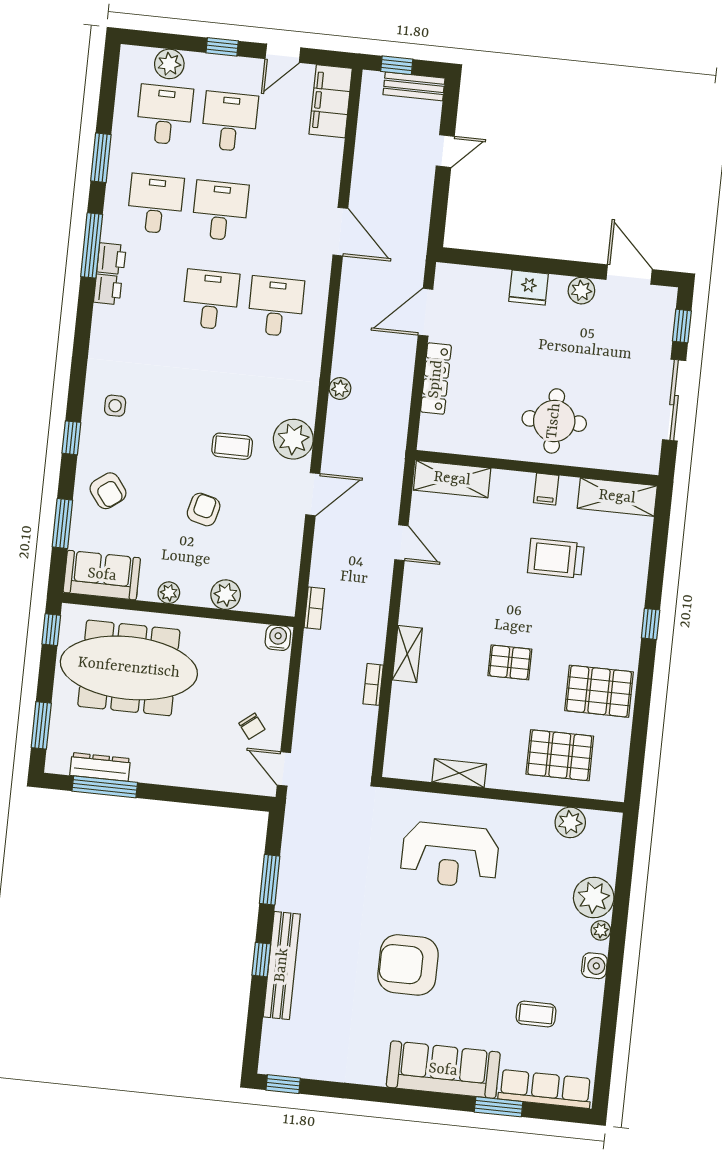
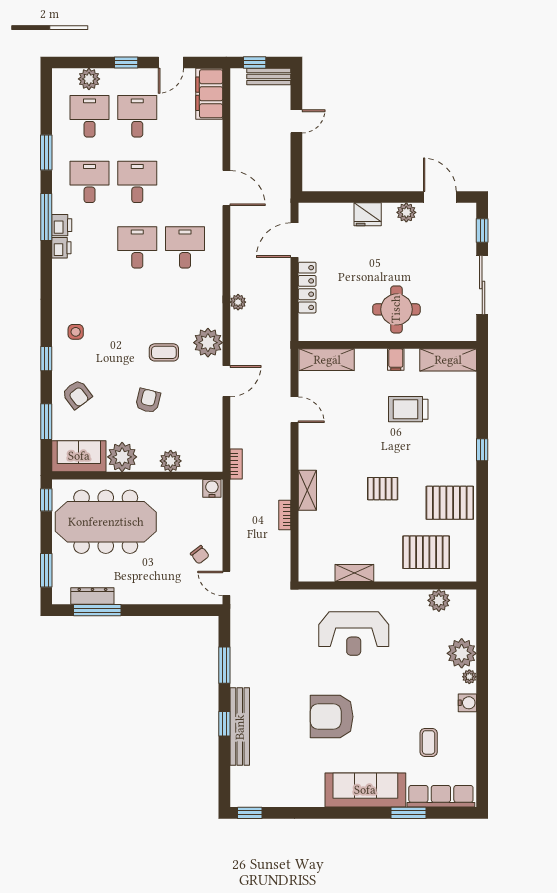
plant: (169, 593) -> (122, 457), width x1.87, depth x1.87
coffee table: (536, 1014) -> (429, 742), turned 90

